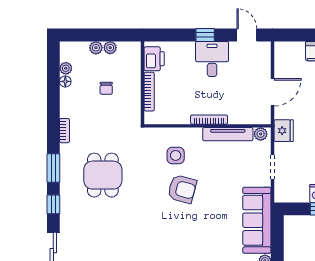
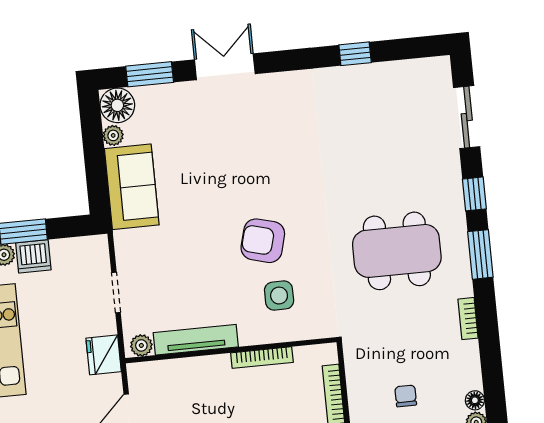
bookcase: (209, 120) -> (262, 358), moved
dining table: (103, 175) -> (397, 251), width x1.38
sofa: (257, 220) -> (132, 187), width x0.73

